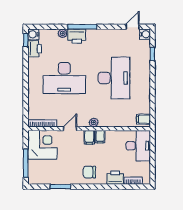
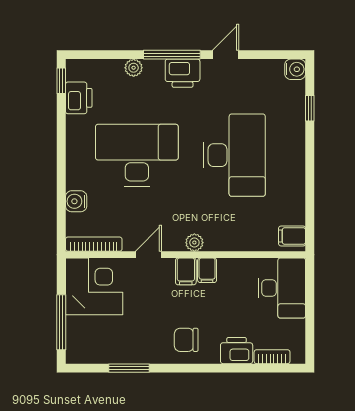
door: (133, 27) -> (226, 55), moved
water cooler: (33, 34) -> (76, 201), moved
printer: (77, 36) -> (183, 73), moved
desk: (64, 78) -> (137, 155), turned 180

